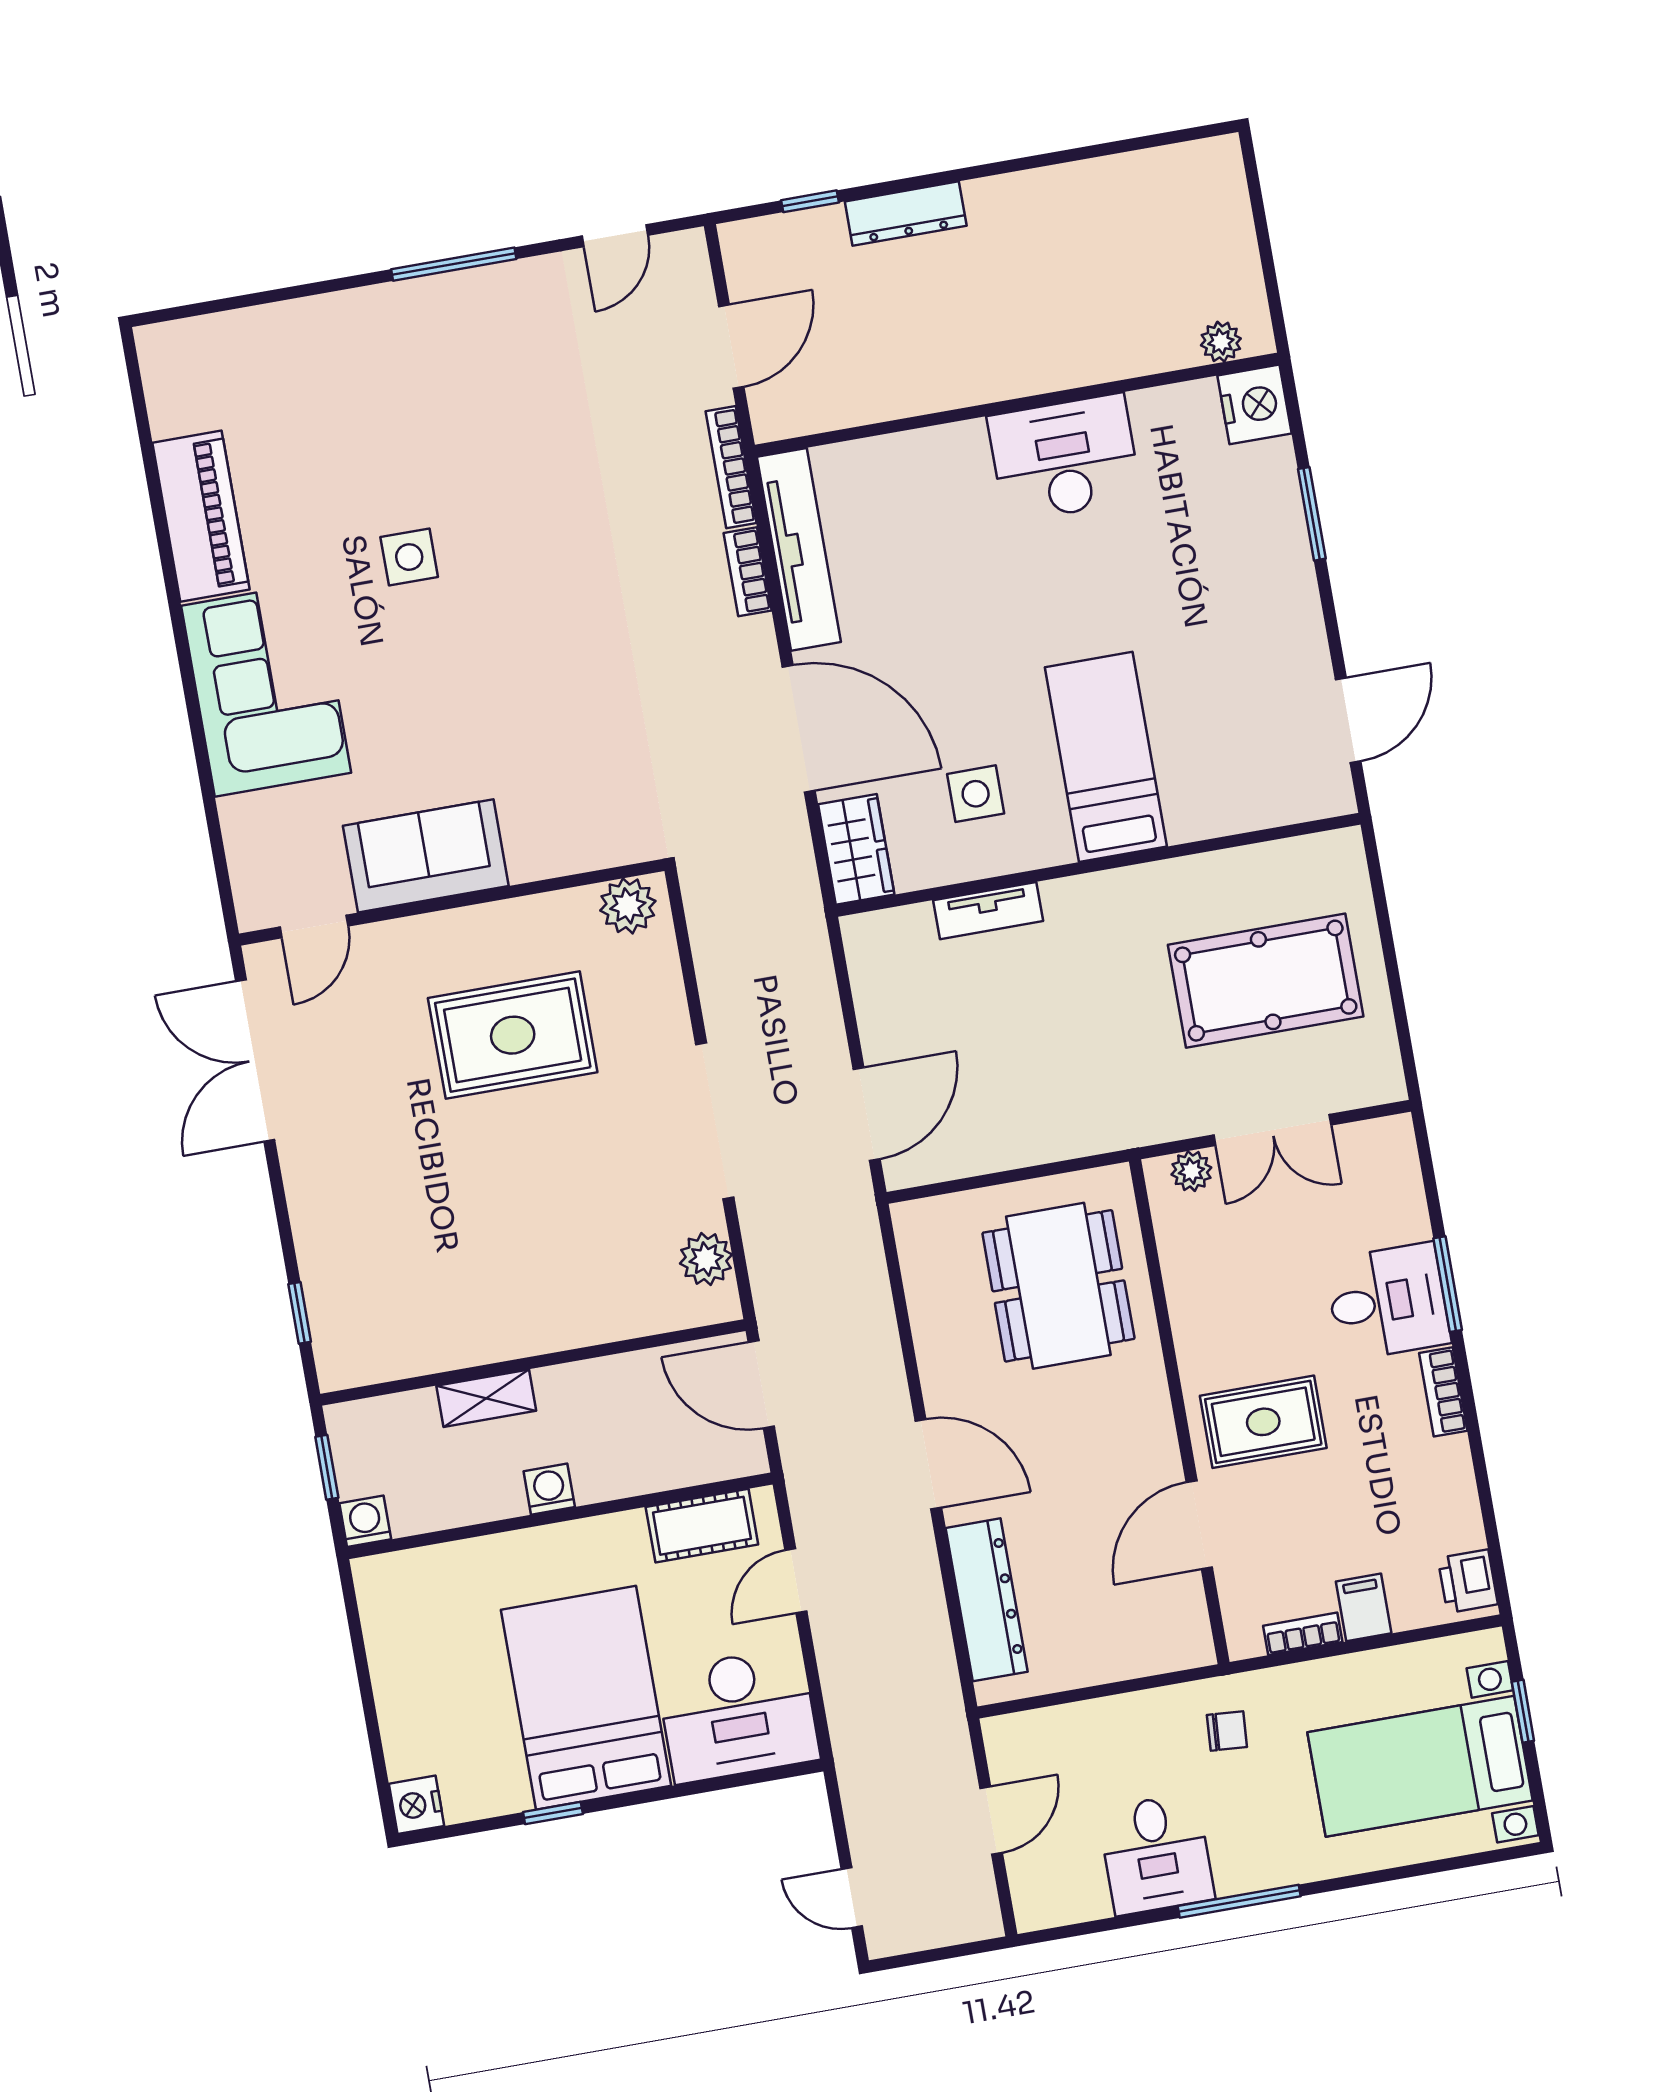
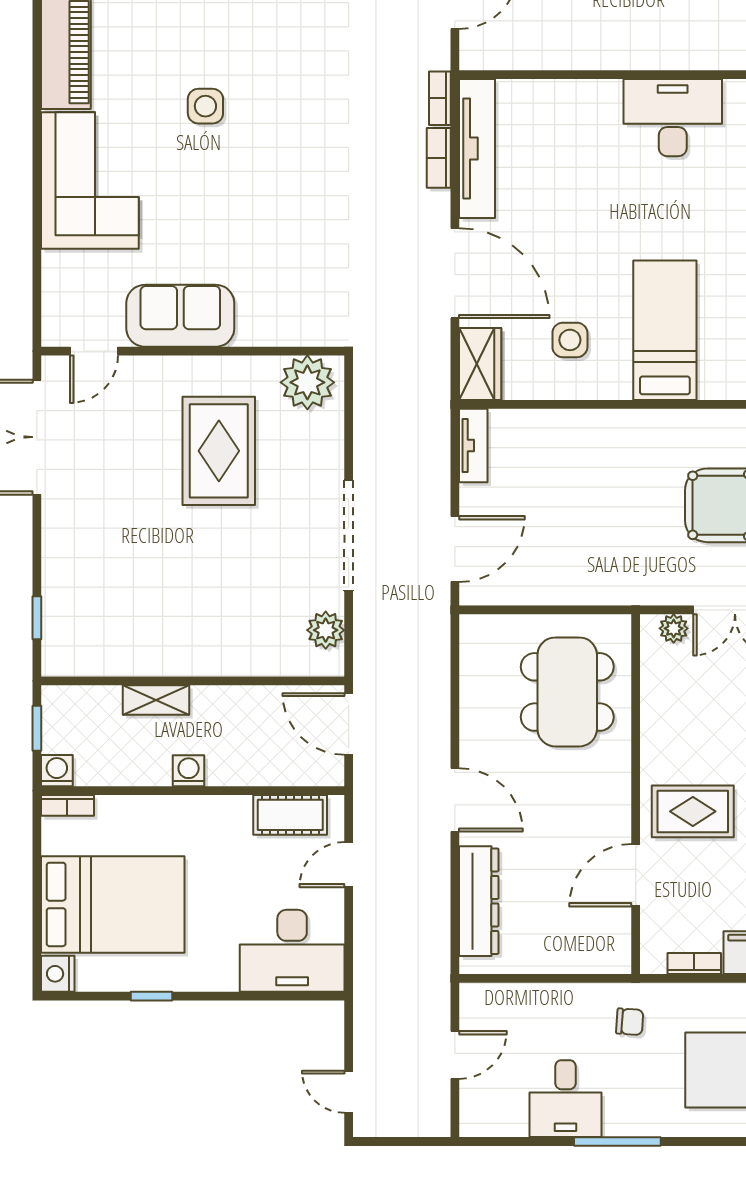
bookcase: (731, 467) -> (440, 98), width x0.64
plant: (628, 906) -> (307, 382), width x1.36, depth x1.36
tv unit: (988, 911) -> (473, 445), moved, turned -90
rug: (513, 1035) -> (219, 451), turned 90
bookcase: (389, 1567) -> (67, 805), added
bed: (586, 1698) -> (113, 904), moved, turned 90

